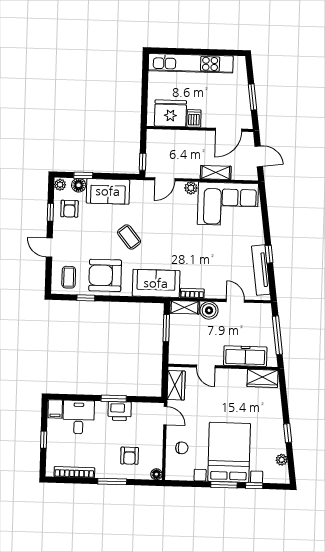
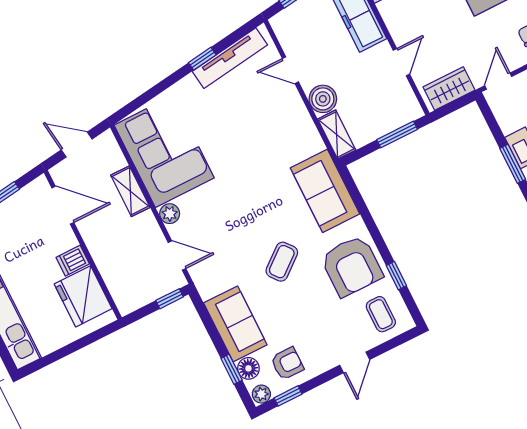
door: (259, 156) -> (77, 145), hinge flipped
window: (50, 212) -> (288, 396), moved
coffee table: (69, 277) -> (381, 314), turned 90
bookcase: (192, 293) -> (312, 134), removed
door: (235, 301) -> (290, 70), hinge flipped
window: (166, 328) -> (397, 135), moved

